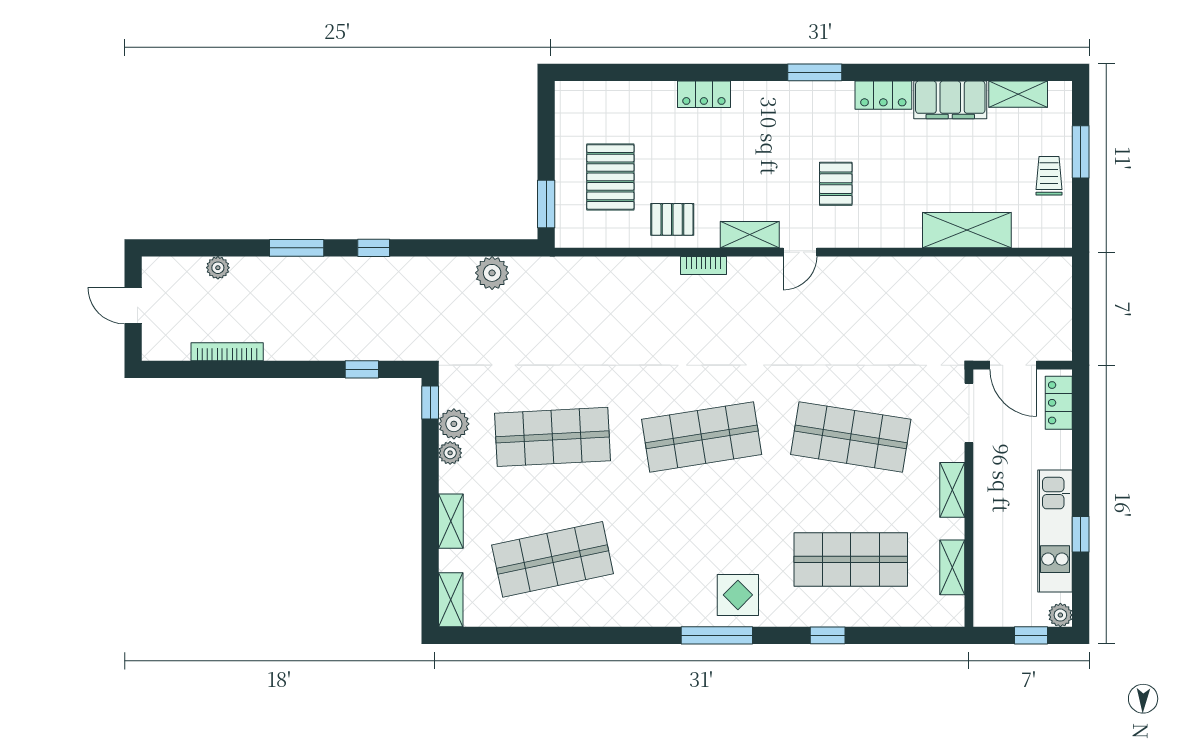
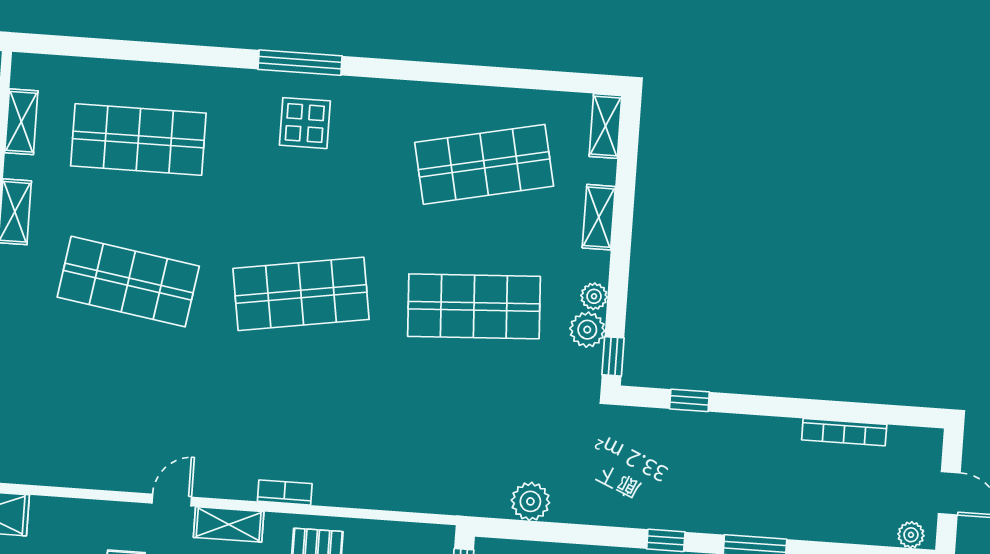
plant: (218, 268) -> (911, 535), moved
display table: (738, 595) -> (305, 123), moved
window: (828, 635) -> (172, 53), removed

